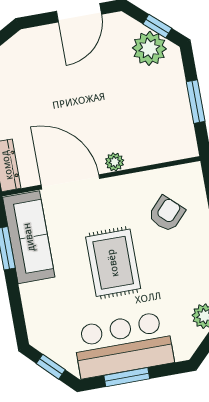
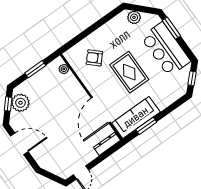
plant: (115, 162) -> (64, 69), moved
rug: (113, 263) -> (129, 72), turned 90
window: (127, 377) -> (171, 28), moved

